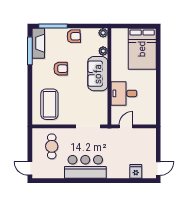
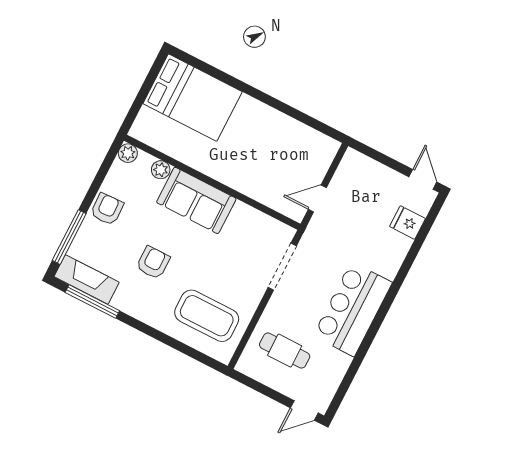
desk: (124, 93) -> (256, 172), removed
door: (126, 126) -> (317, 199), hinge flipped

